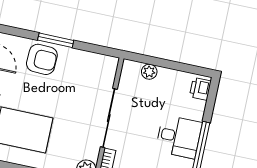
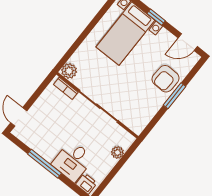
desk: (179, 137) -> (73, 161), moved

